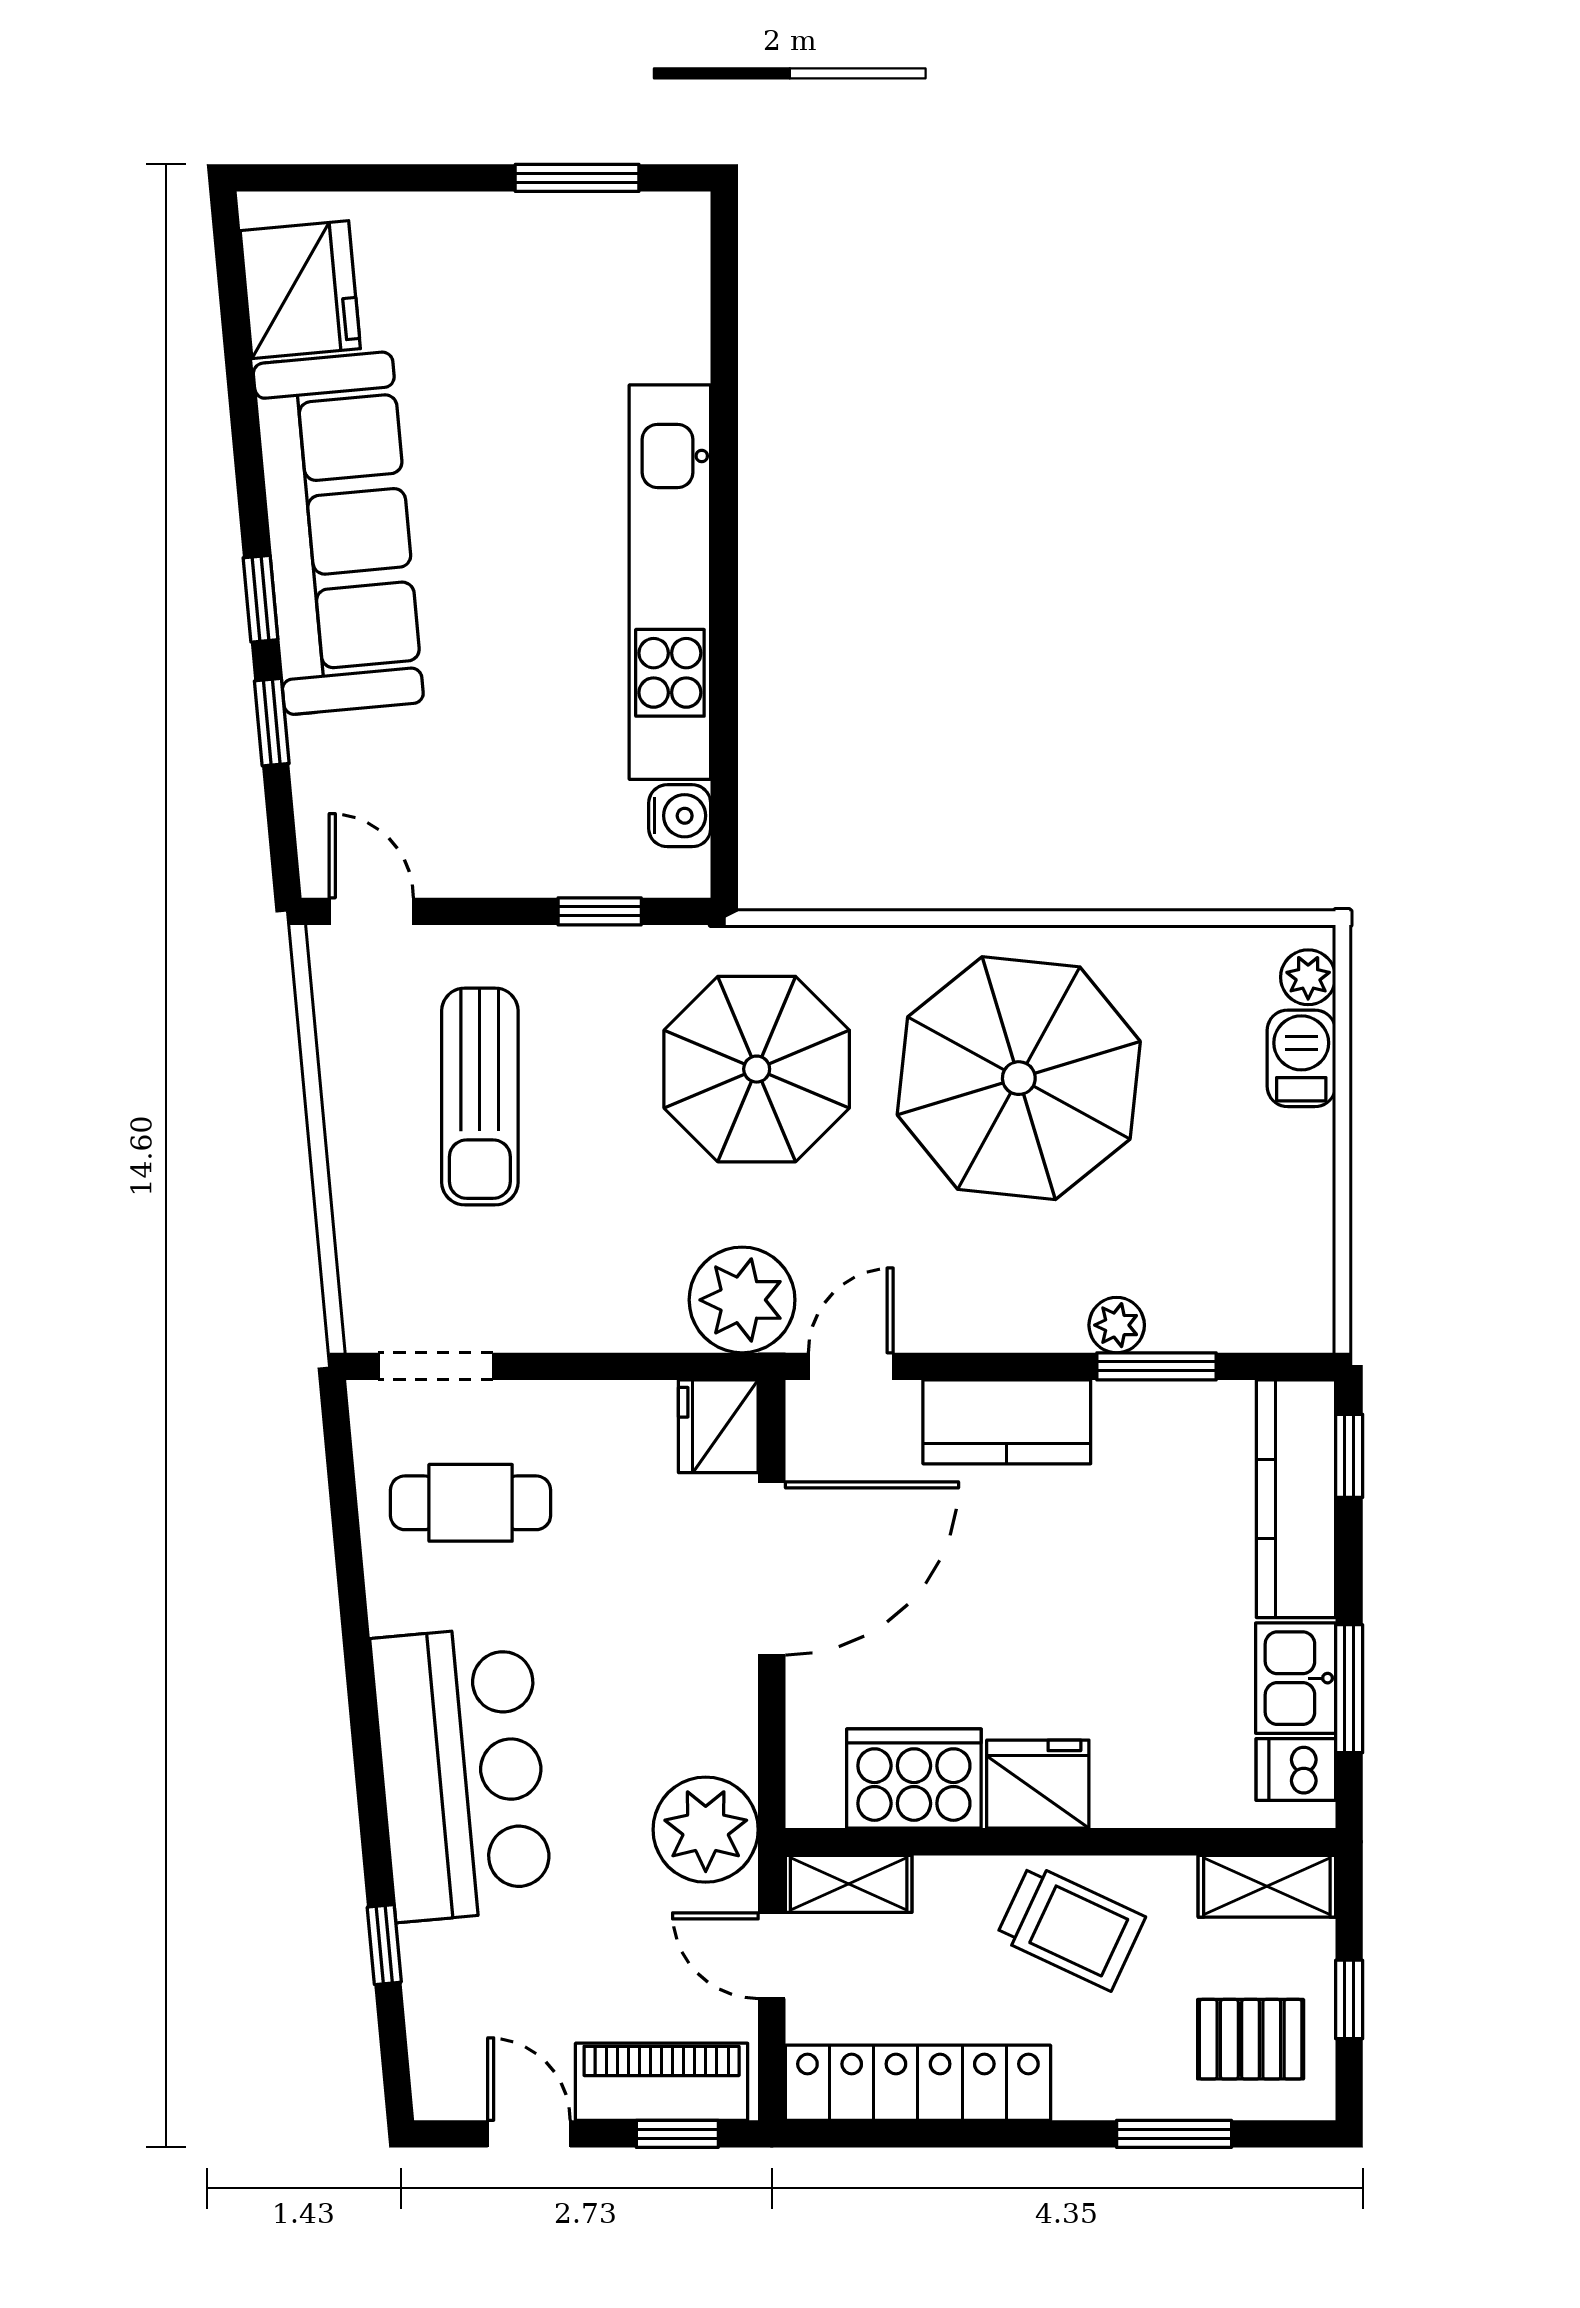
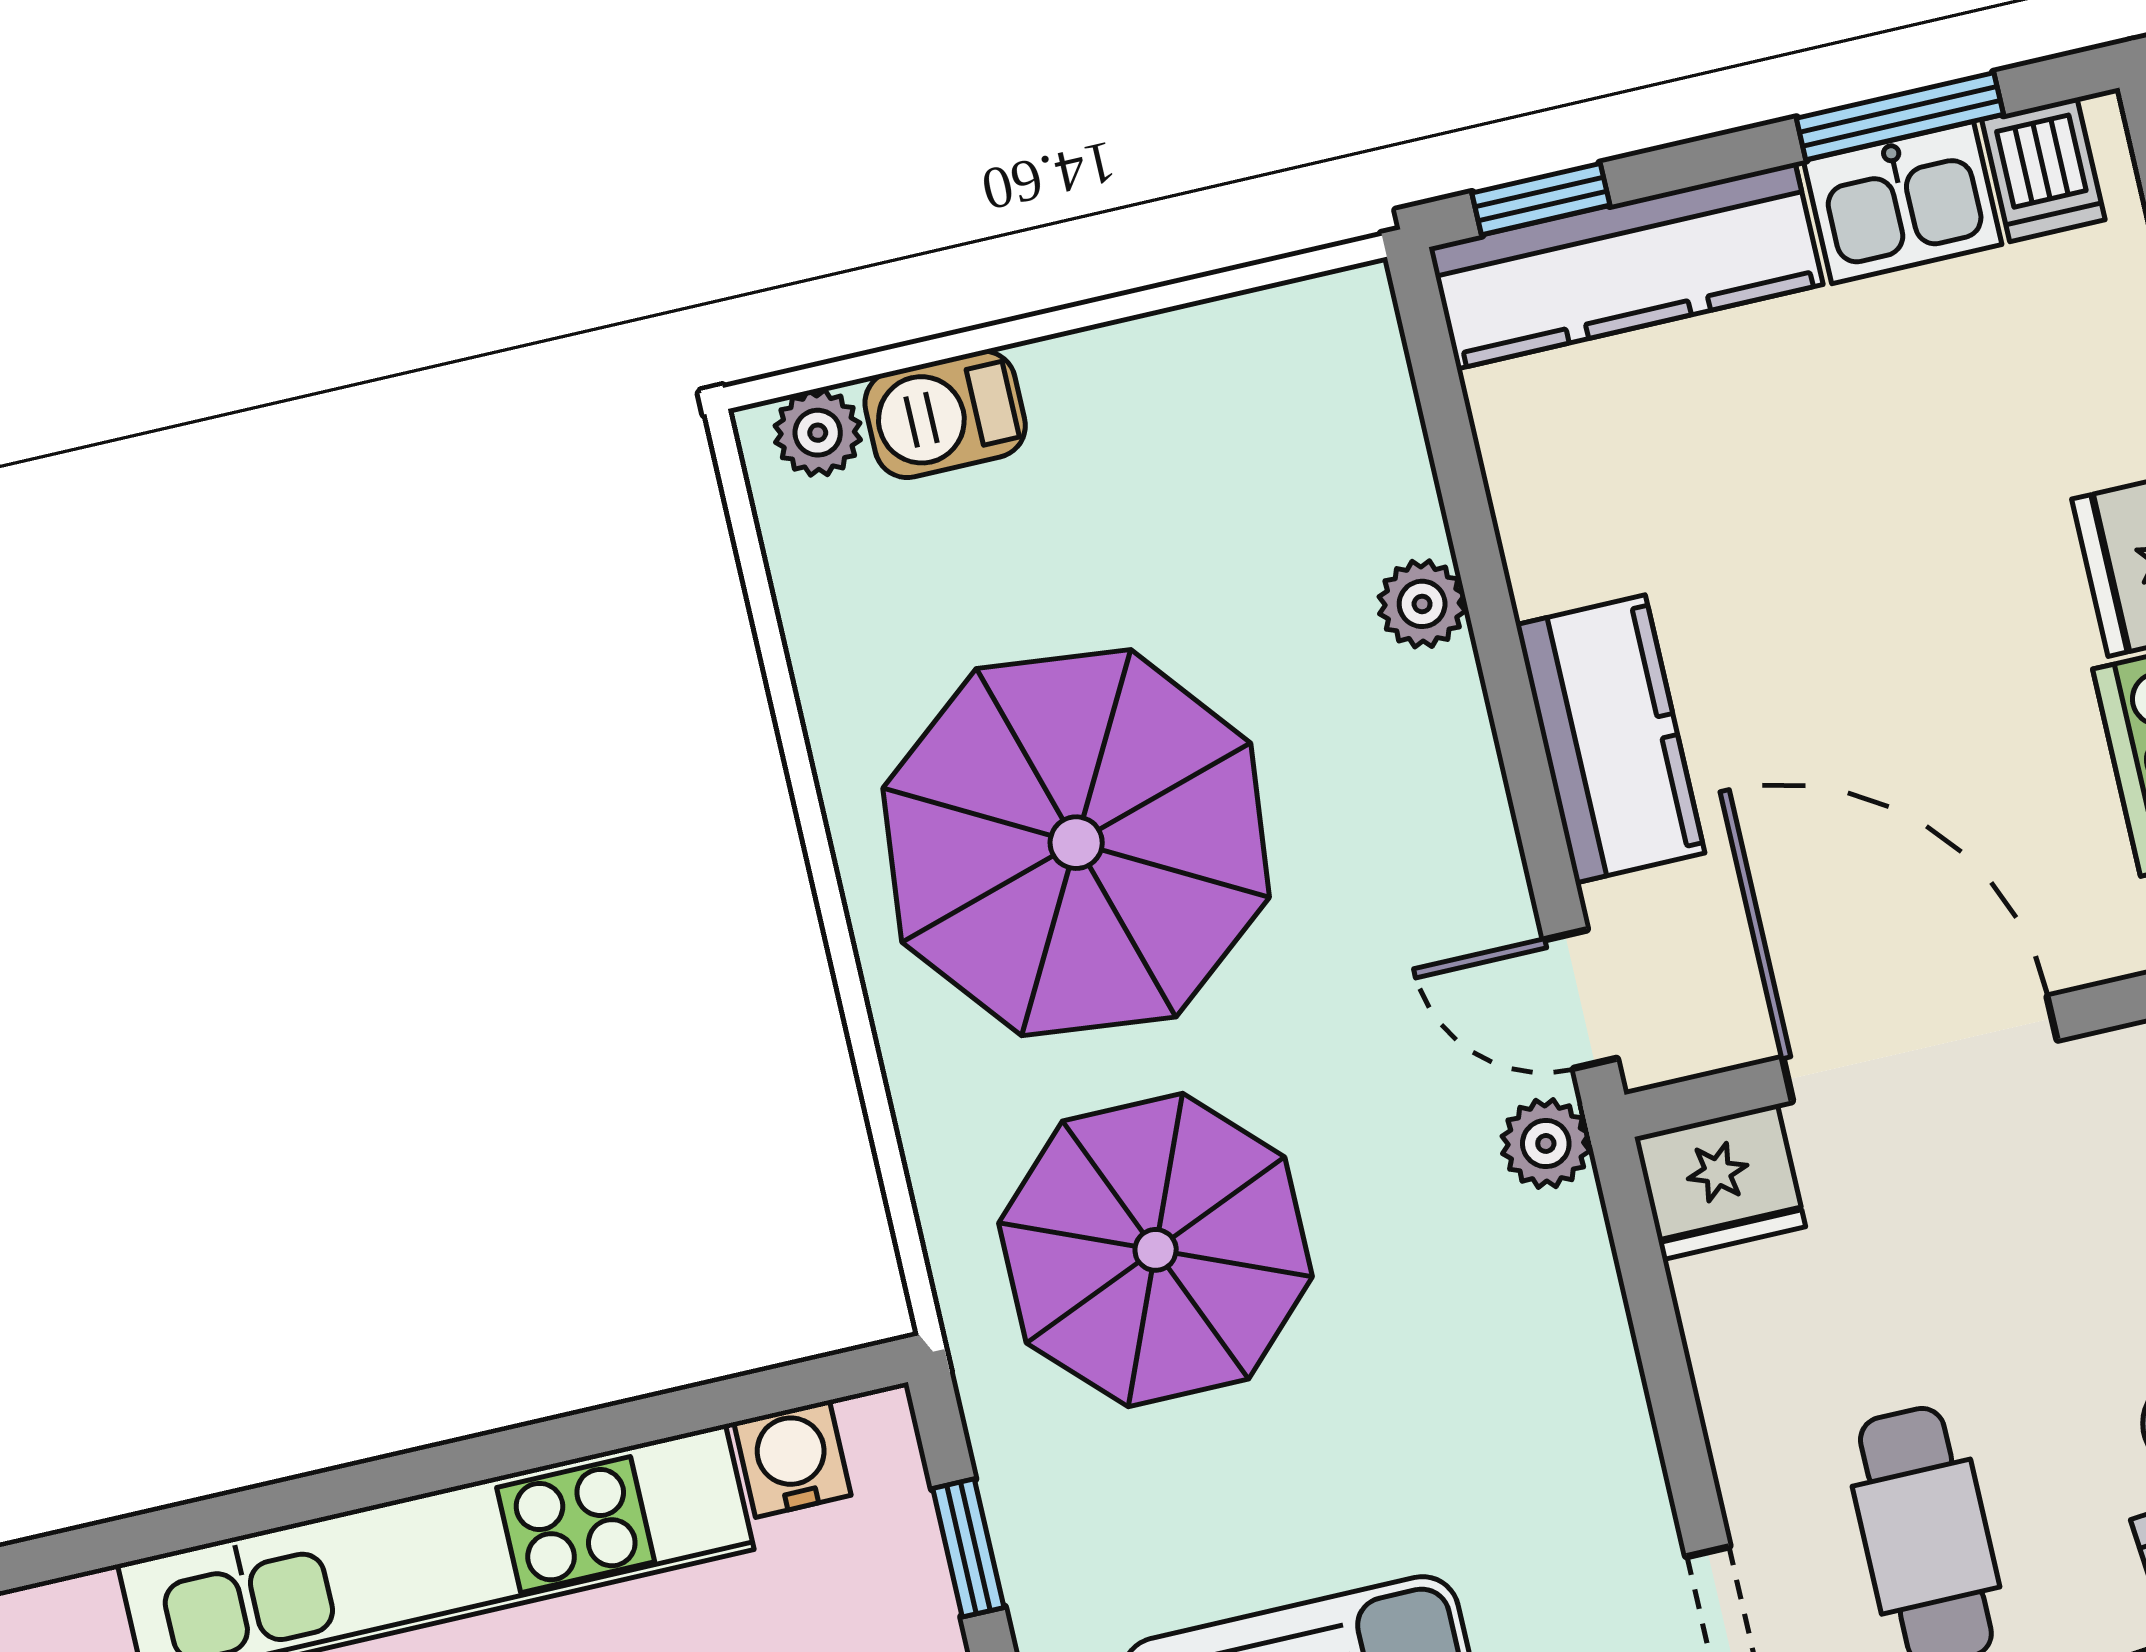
plant: (742, 1300) -> (1546, 1143), width x0.53, depth x0.53
window: (1157, 1366) -> (1472, 528), removed

